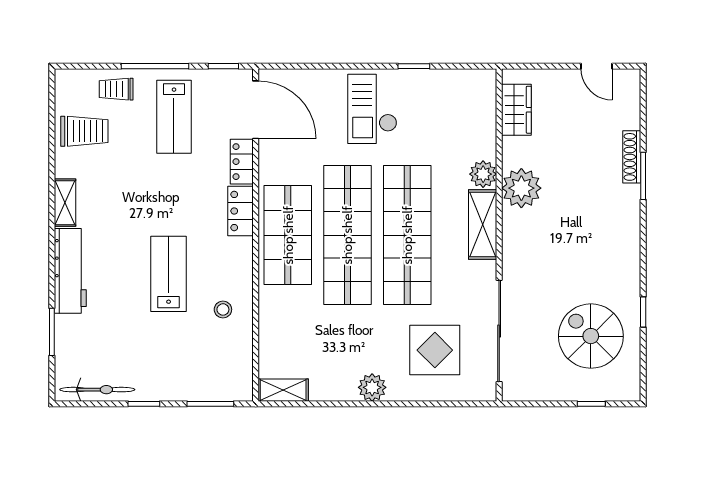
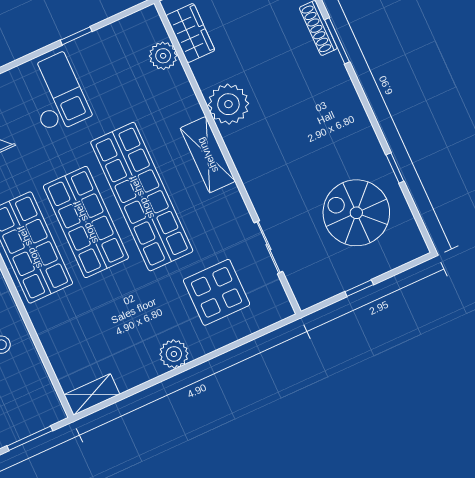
checkout: (372, 109) -> (55, 94), turned 180
plant: (483, 174) -> (163, 56), moved
shop shelf: (347, 235) -> (86, 222), width x0.71
sliding door: (499, 331) -> (268, 247), width x0.54
window: (591, 404) -> (359, 288), moved

